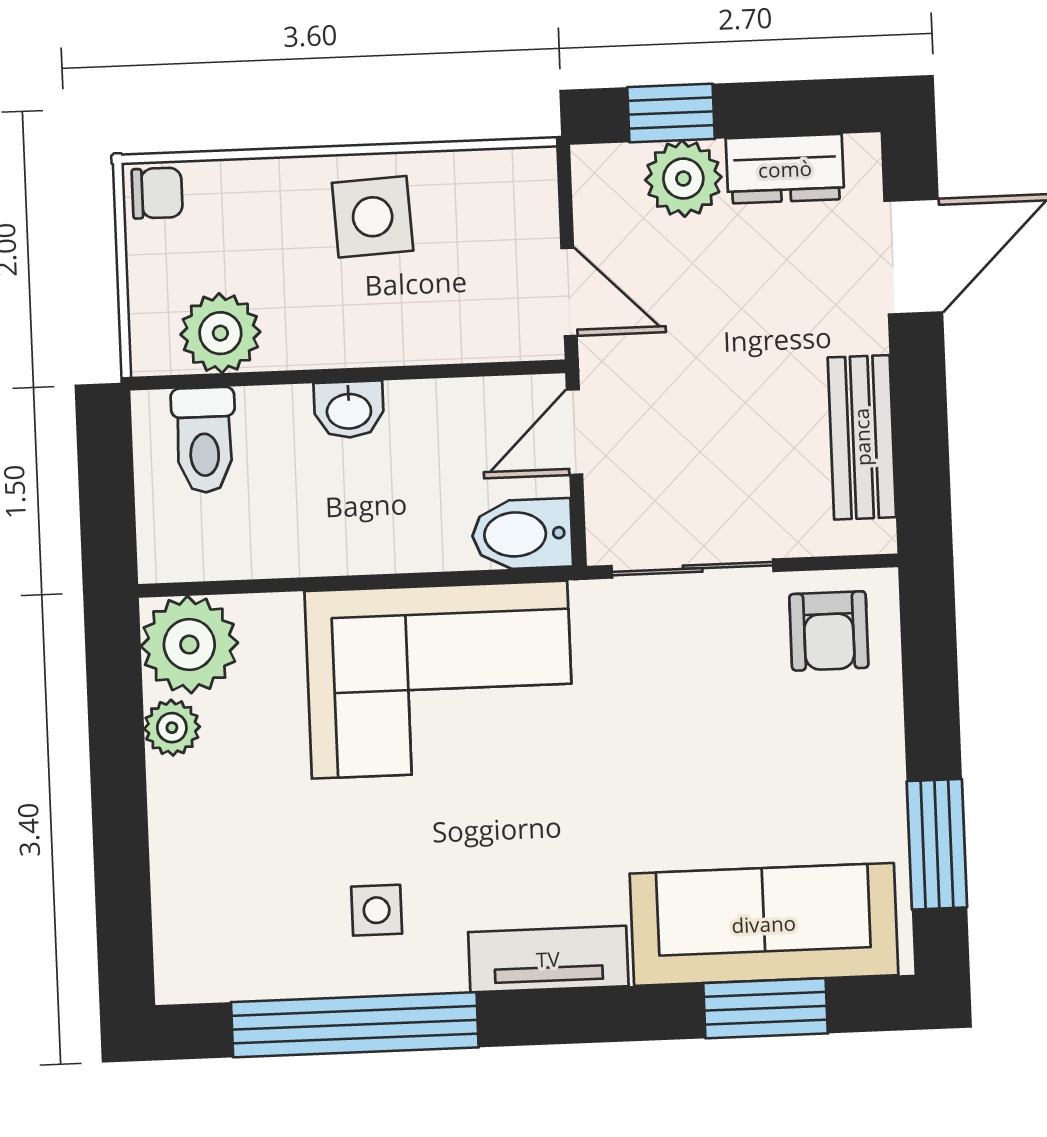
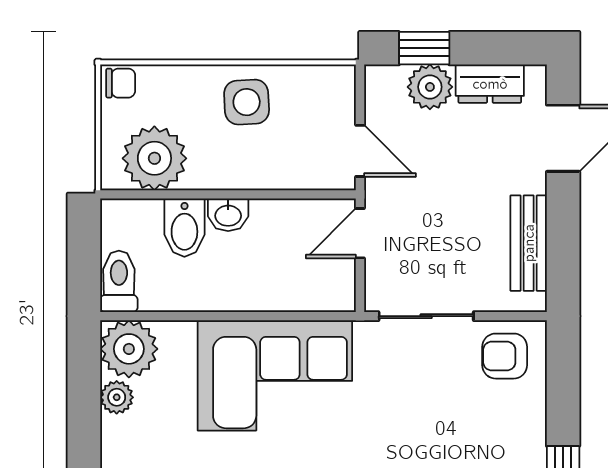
plant: (220, 333) -> (154, 158), width x1.36, depth x1.36
toilet: (204, 440) -> (119, 281), moved, turned 180
bidet: (522, 534) -> (184, 228), moved, turned -90
armchair: (829, 631) -> (505, 356), turned 90

